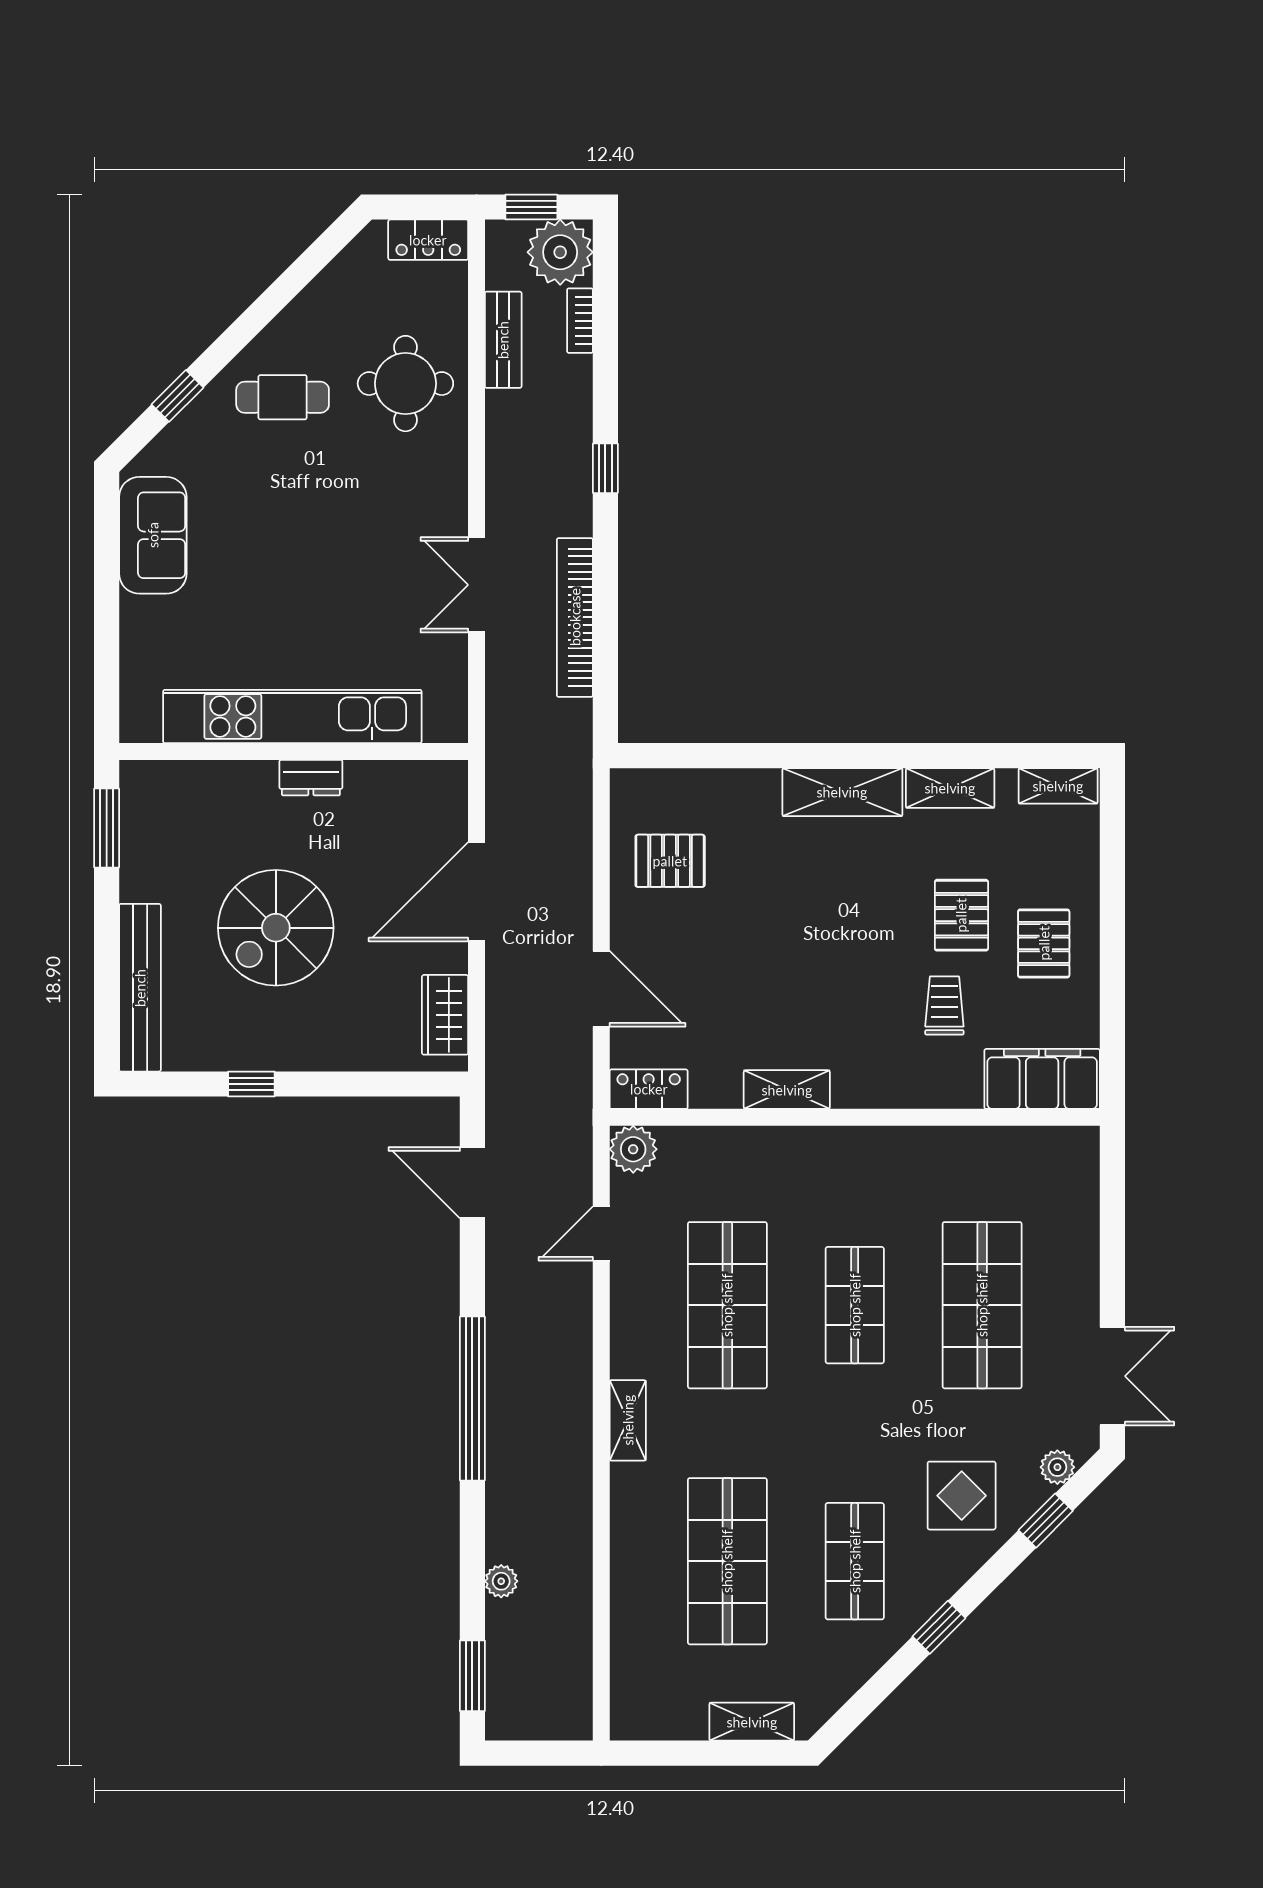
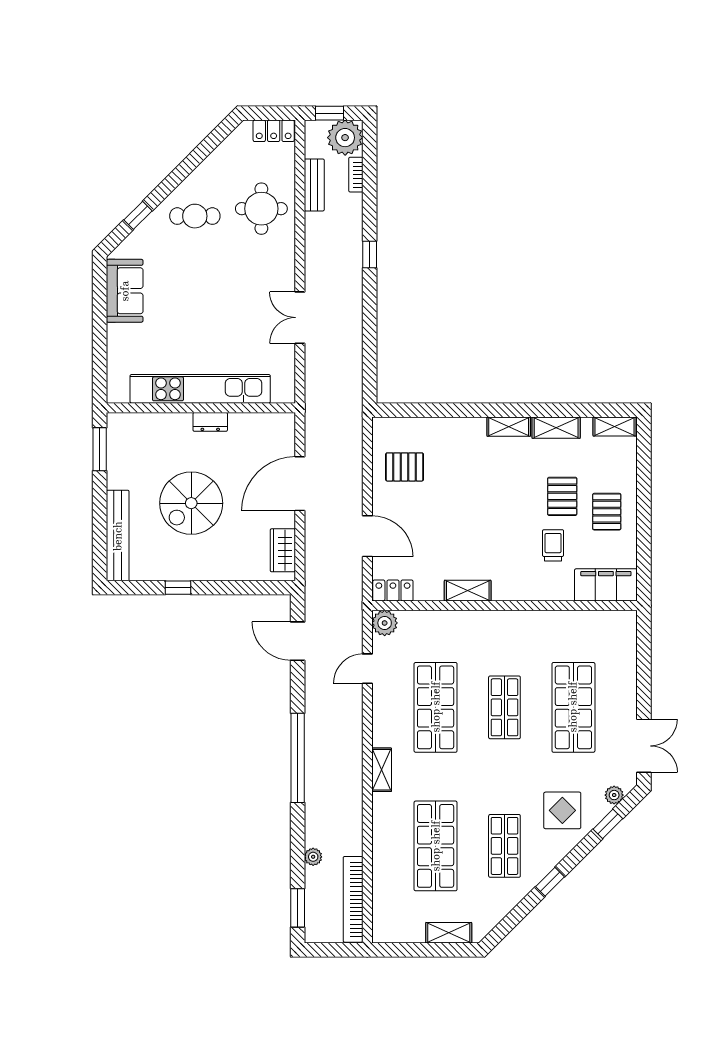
bookcase: (575, 617) -> (353, 899), moved
shelving: (842, 792) -> (509, 427), width x0.67, depth x0.75

